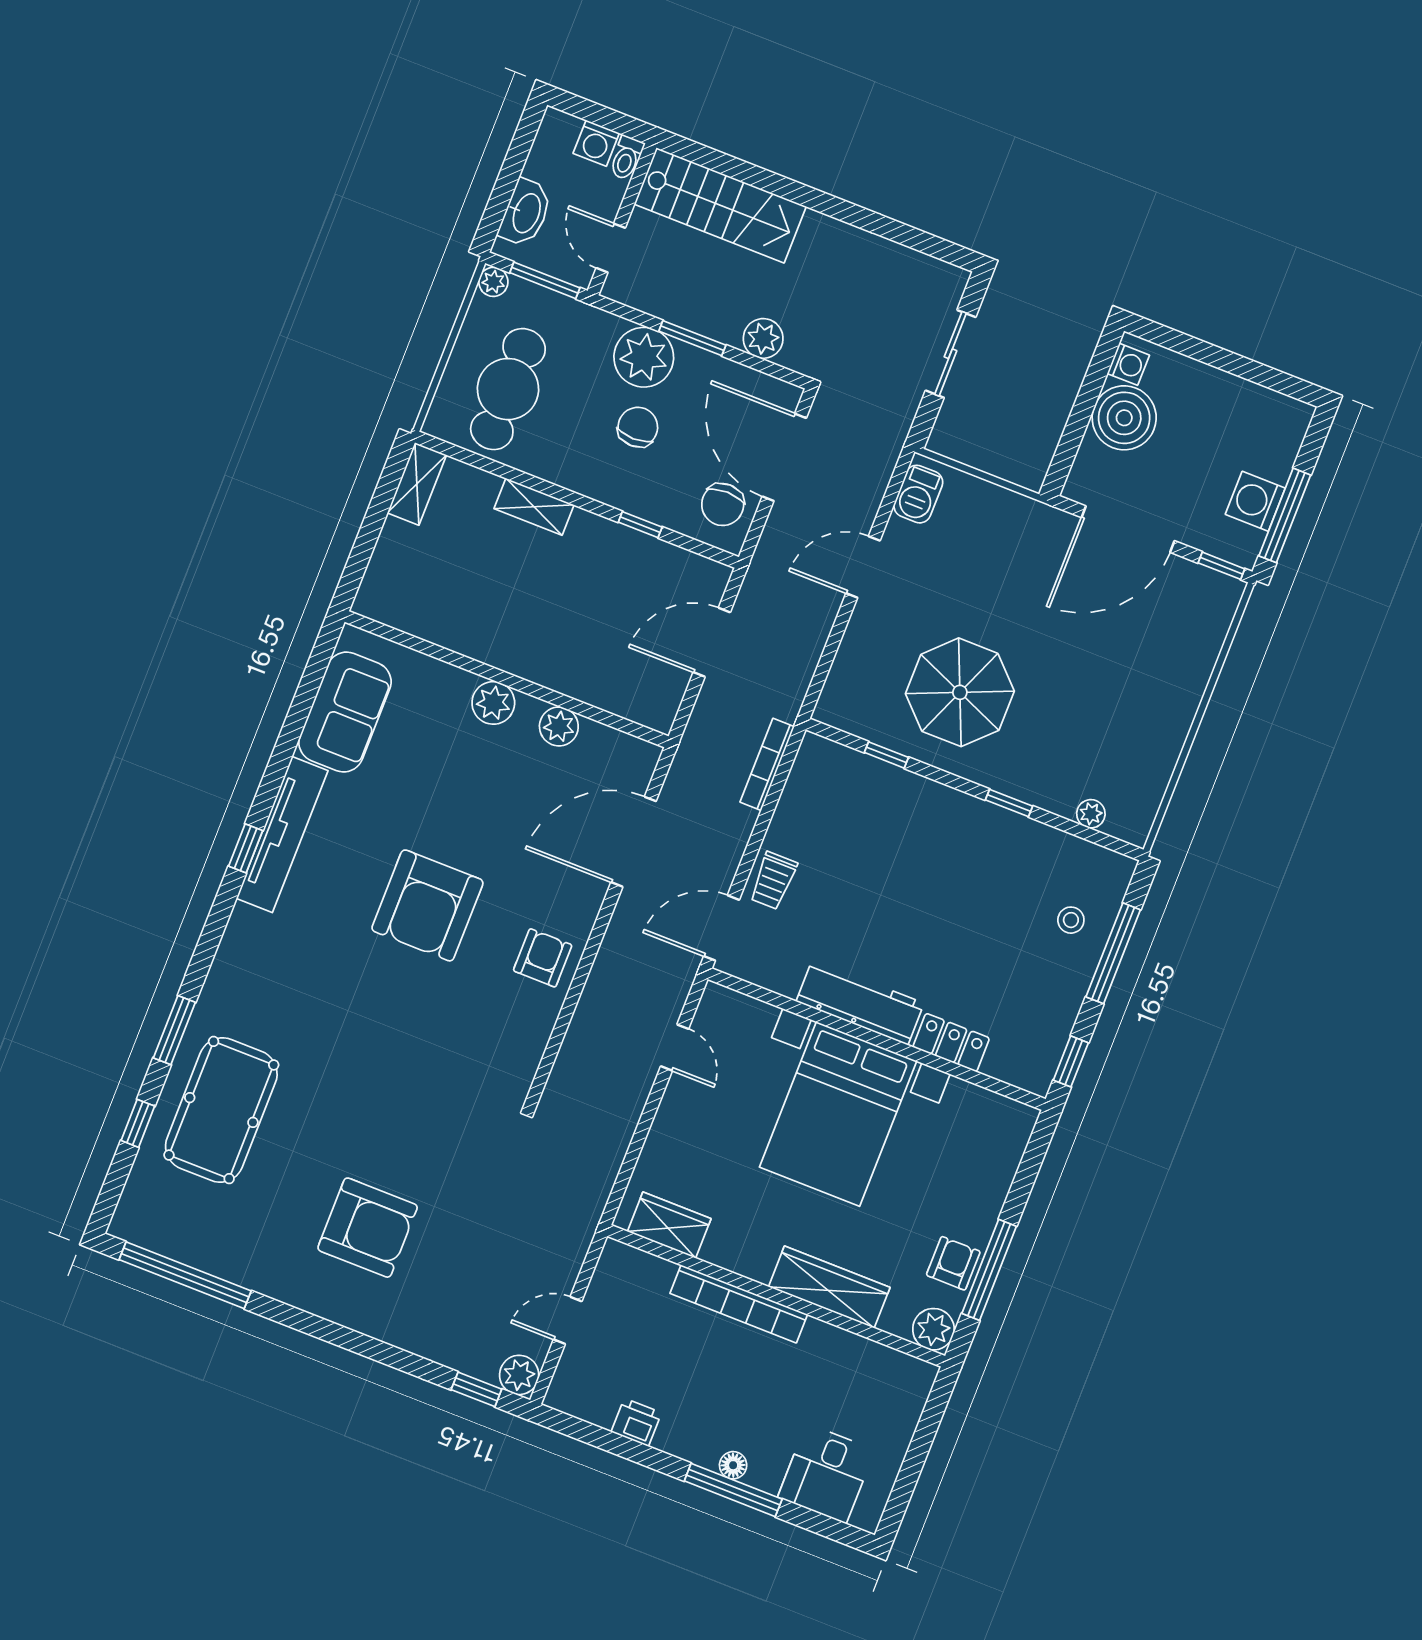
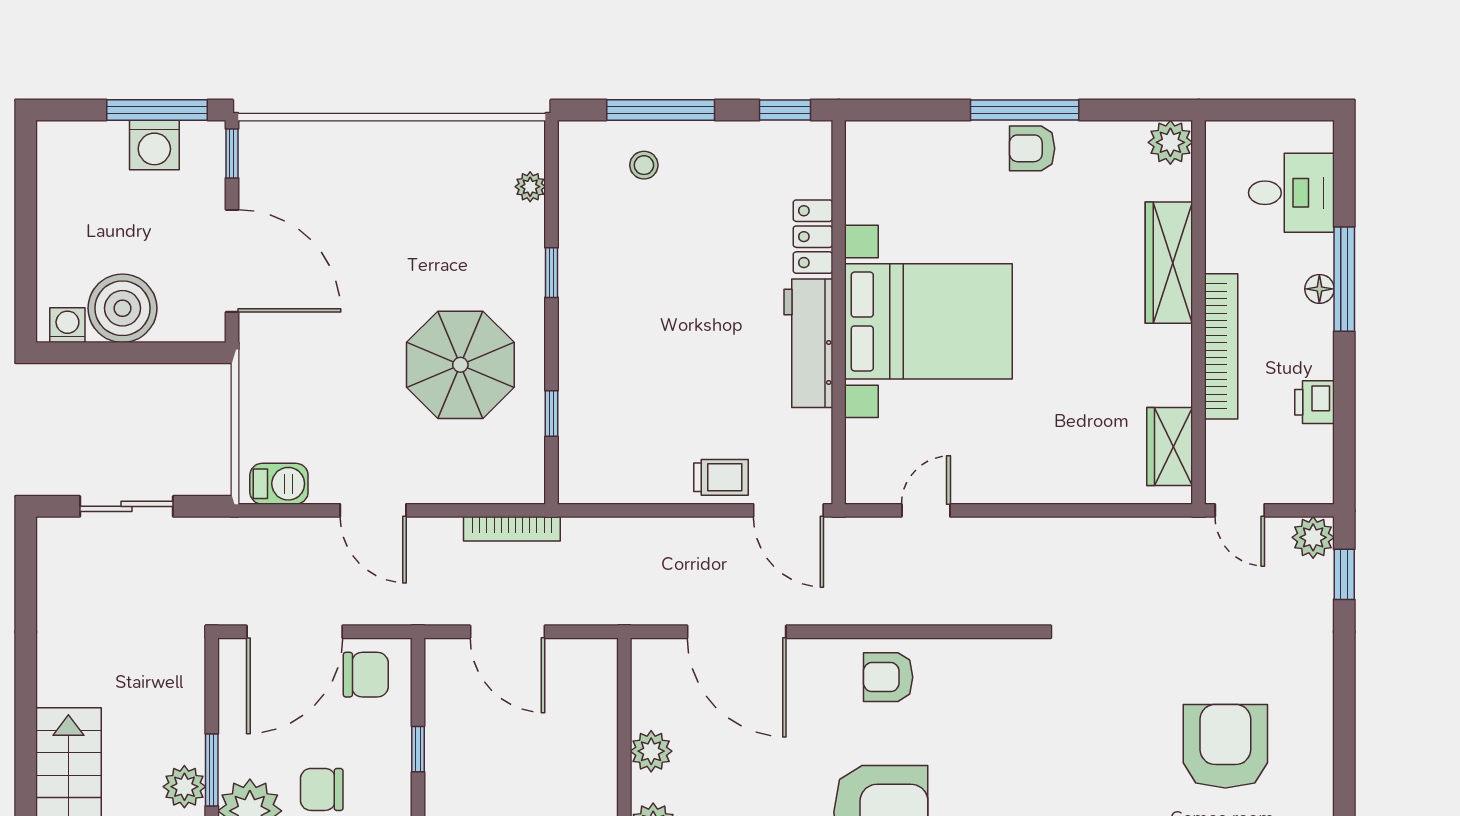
plant: (763, 338) -> (184, 787), moved
bookcase: (767, 764) -> (512, 529), moved
wardrobe: (669, 1225) -> (1170, 446), moved
wardrobe: (829, 1287) -> (1169, 263), moved
wall: (776, 1296) -> (1199, 312), moved
bookcase: (739, 1304) -> (1221, 346), moved
plant: (933, 1329) -> (1170, 142), moved

